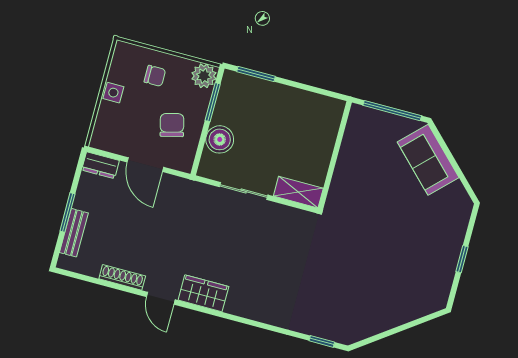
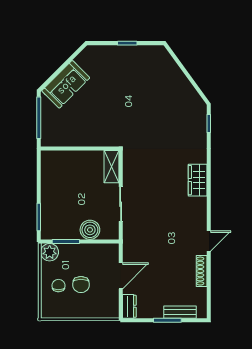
side table: (113, 93) -> (77, 311), removed
chair: (172, 125) -> (81, 285), moved, turned -76
wardrobe: (203, 293) -> (198, 180), moved

